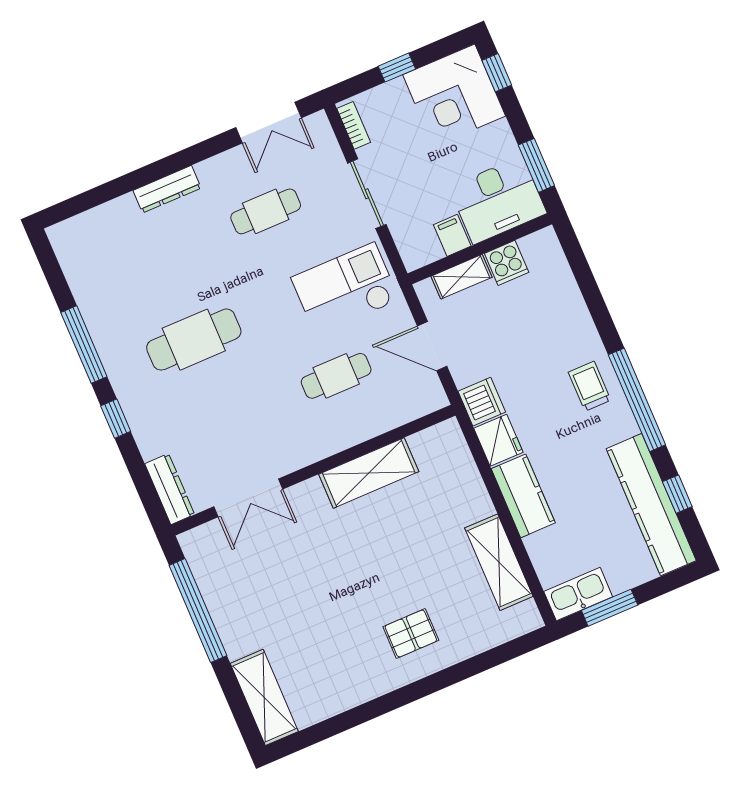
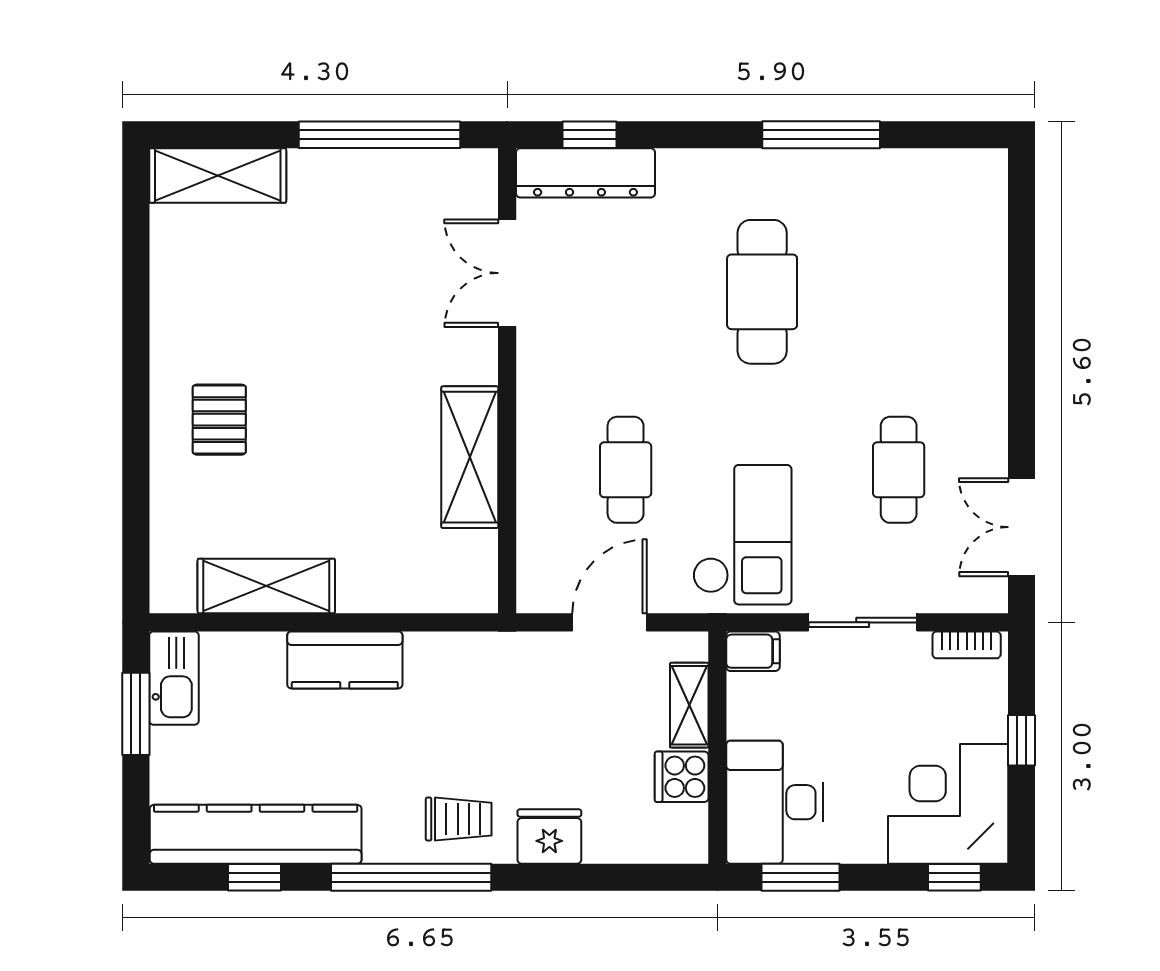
dresser: (167, 189) -> (989, 345), removed
filing cabinet: (452, 235) -> (753, 651), moved
dishwasher: (482, 402) -> (502, 658), removed
window: (116, 419) -> (589, 135), moved
fridge: (498, 440) -> (549, 837), moved, turned 180
dresser: (170, 489) -> (585, 173), width x1.37, depth x1.24

